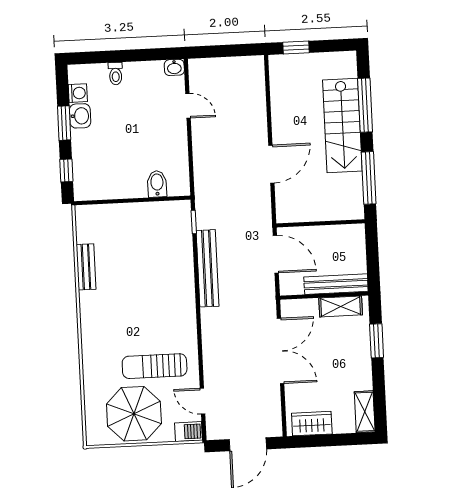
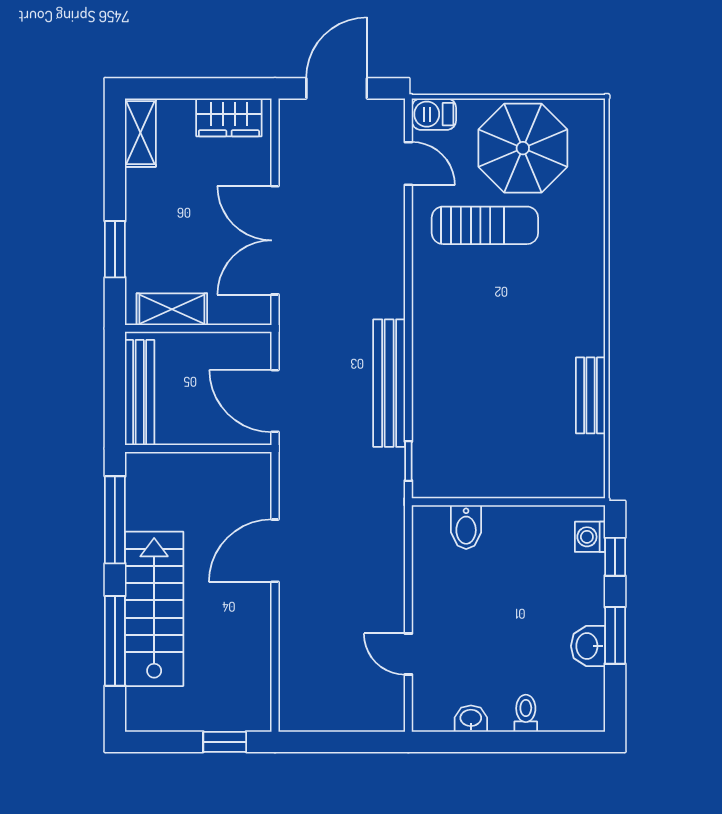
washbasin: (174, 67) -> (471, 719), moved
washing machine: (78, 93) -> (590, 537), moved
bench: (336, 284) -> (140, 392), moved, turned 90

